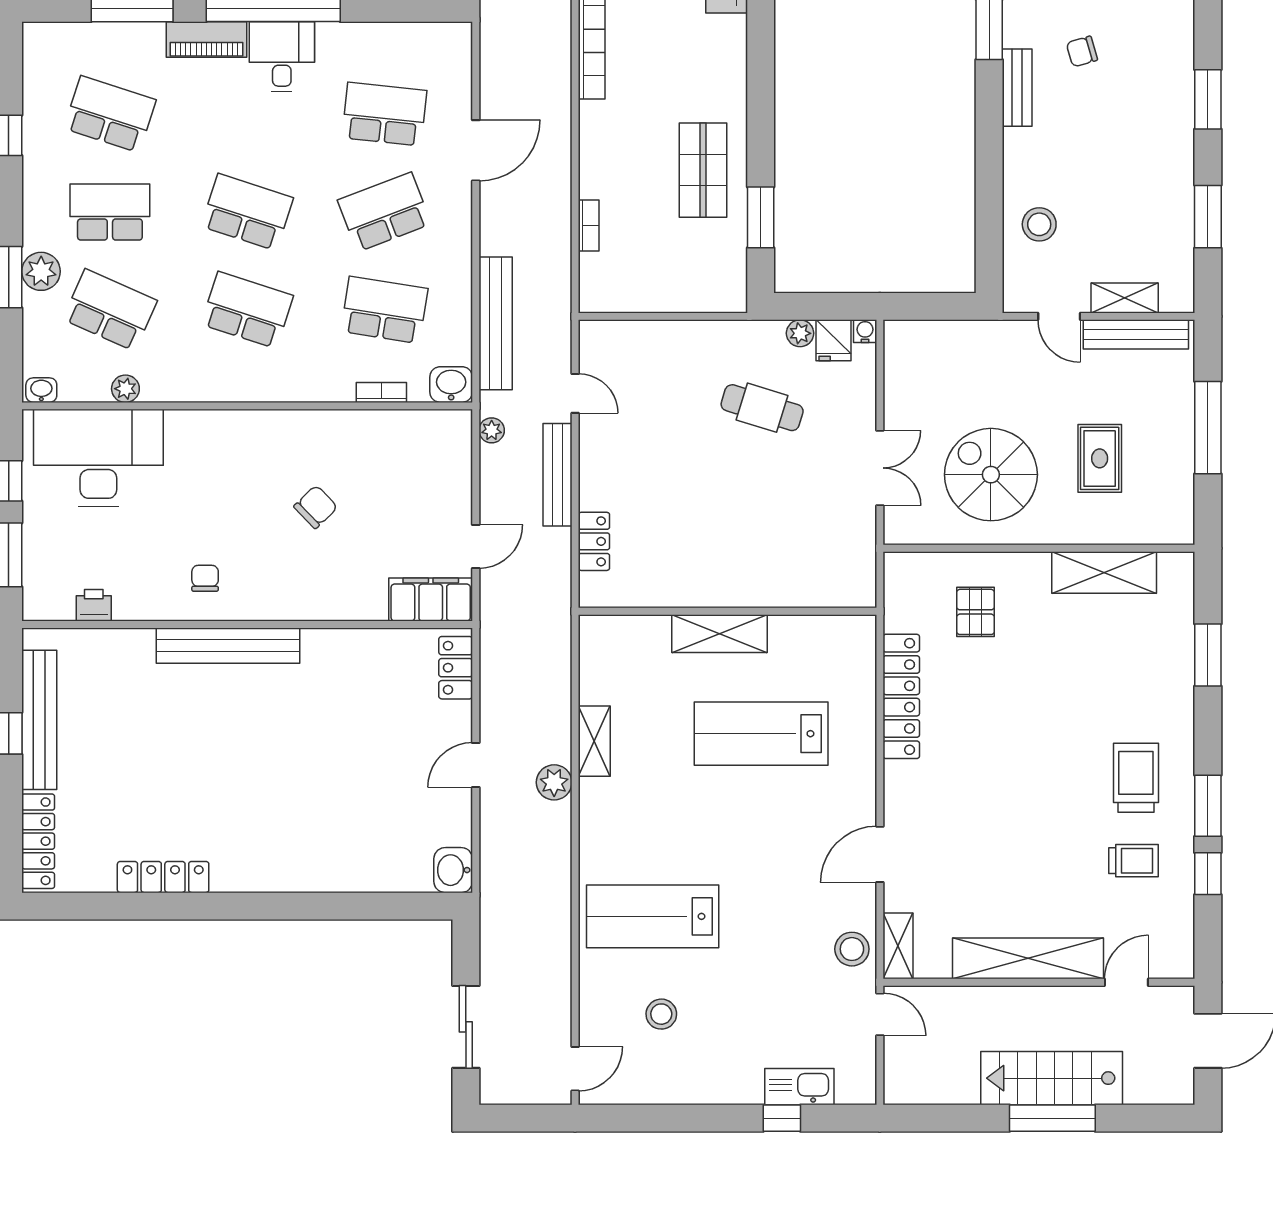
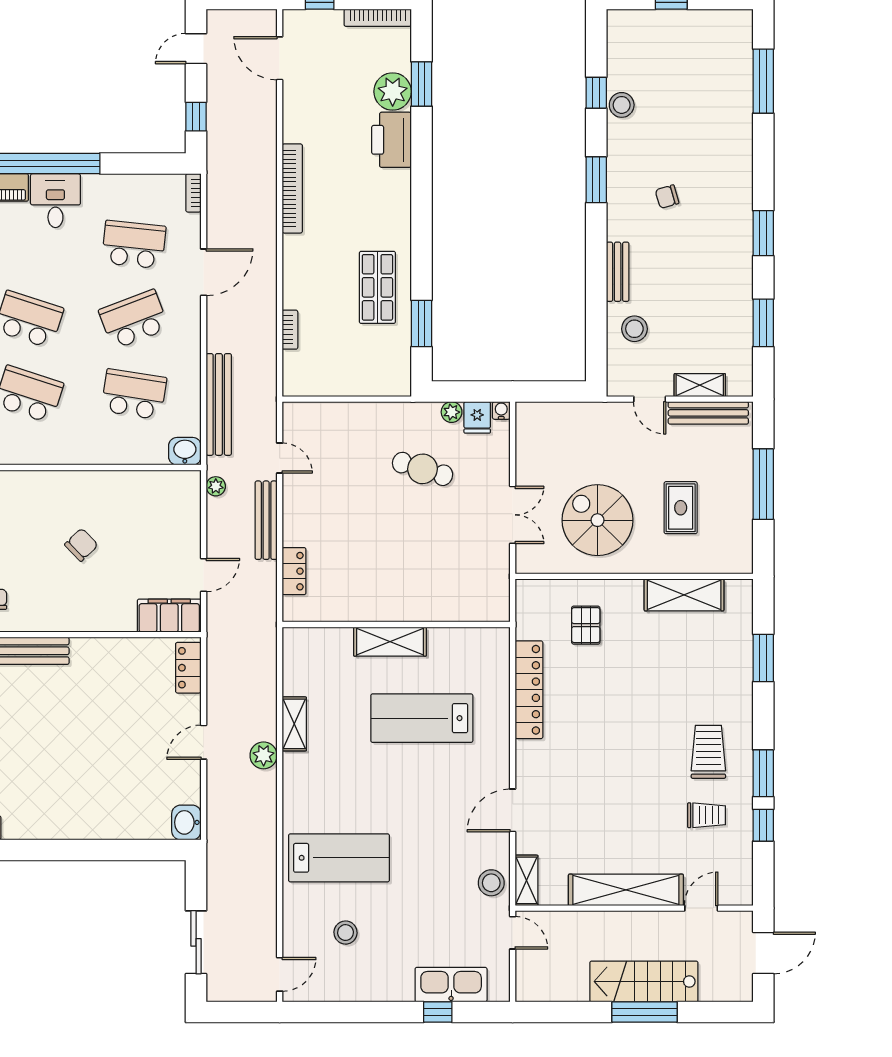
bench: (1017, 88) -> (618, 272), moved
bookcase: (381, 392) -> (193, 193), moved, turned -90
lab bench: (653, 916) -> (339, 858), turned 180
kitchen sink: (799, 1087) -> (451, 985), width x1.36, depth x1.24

